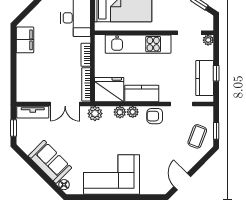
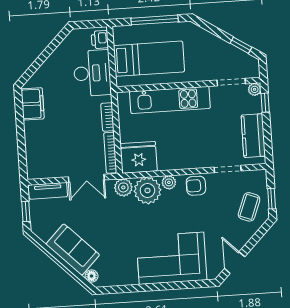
window: (216, 73) -> (265, 103), moved
kitchen counter: (142, 94) -> (178, 159), removed
plant: (120, 112) -> (147, 190), width x1.88, depth x1.88
corner sofa: (112, 174) -> (172, 258), moved

